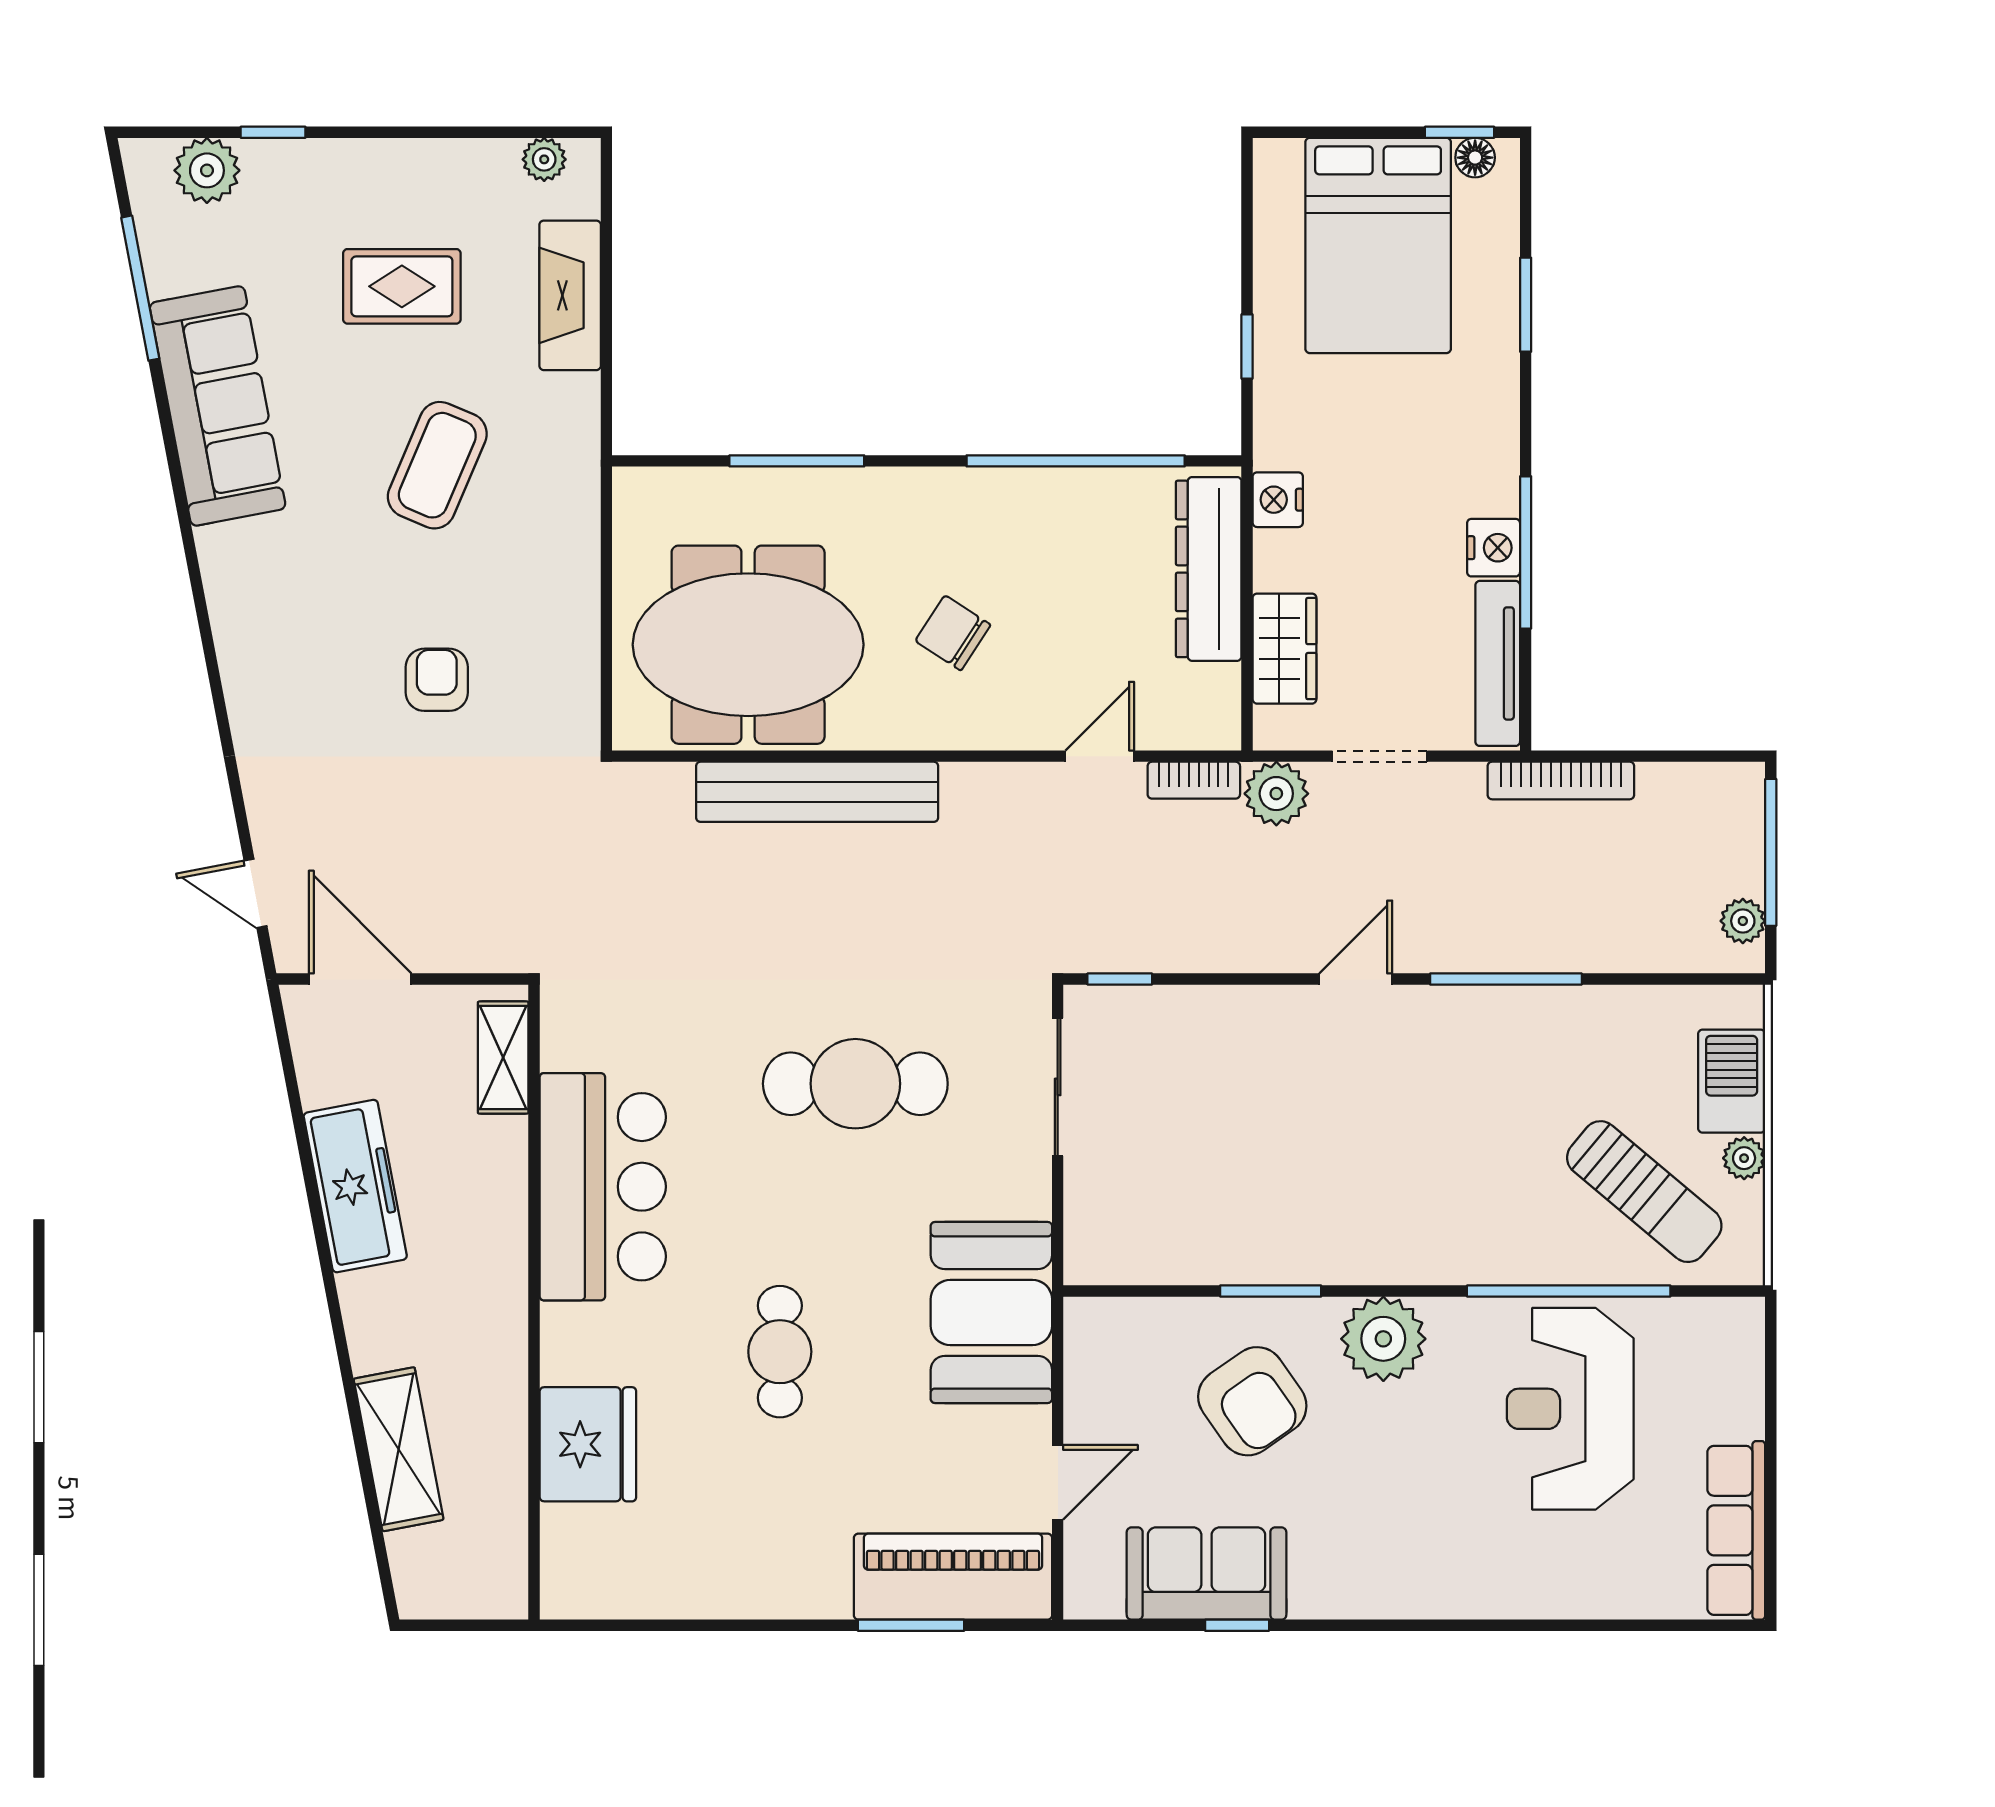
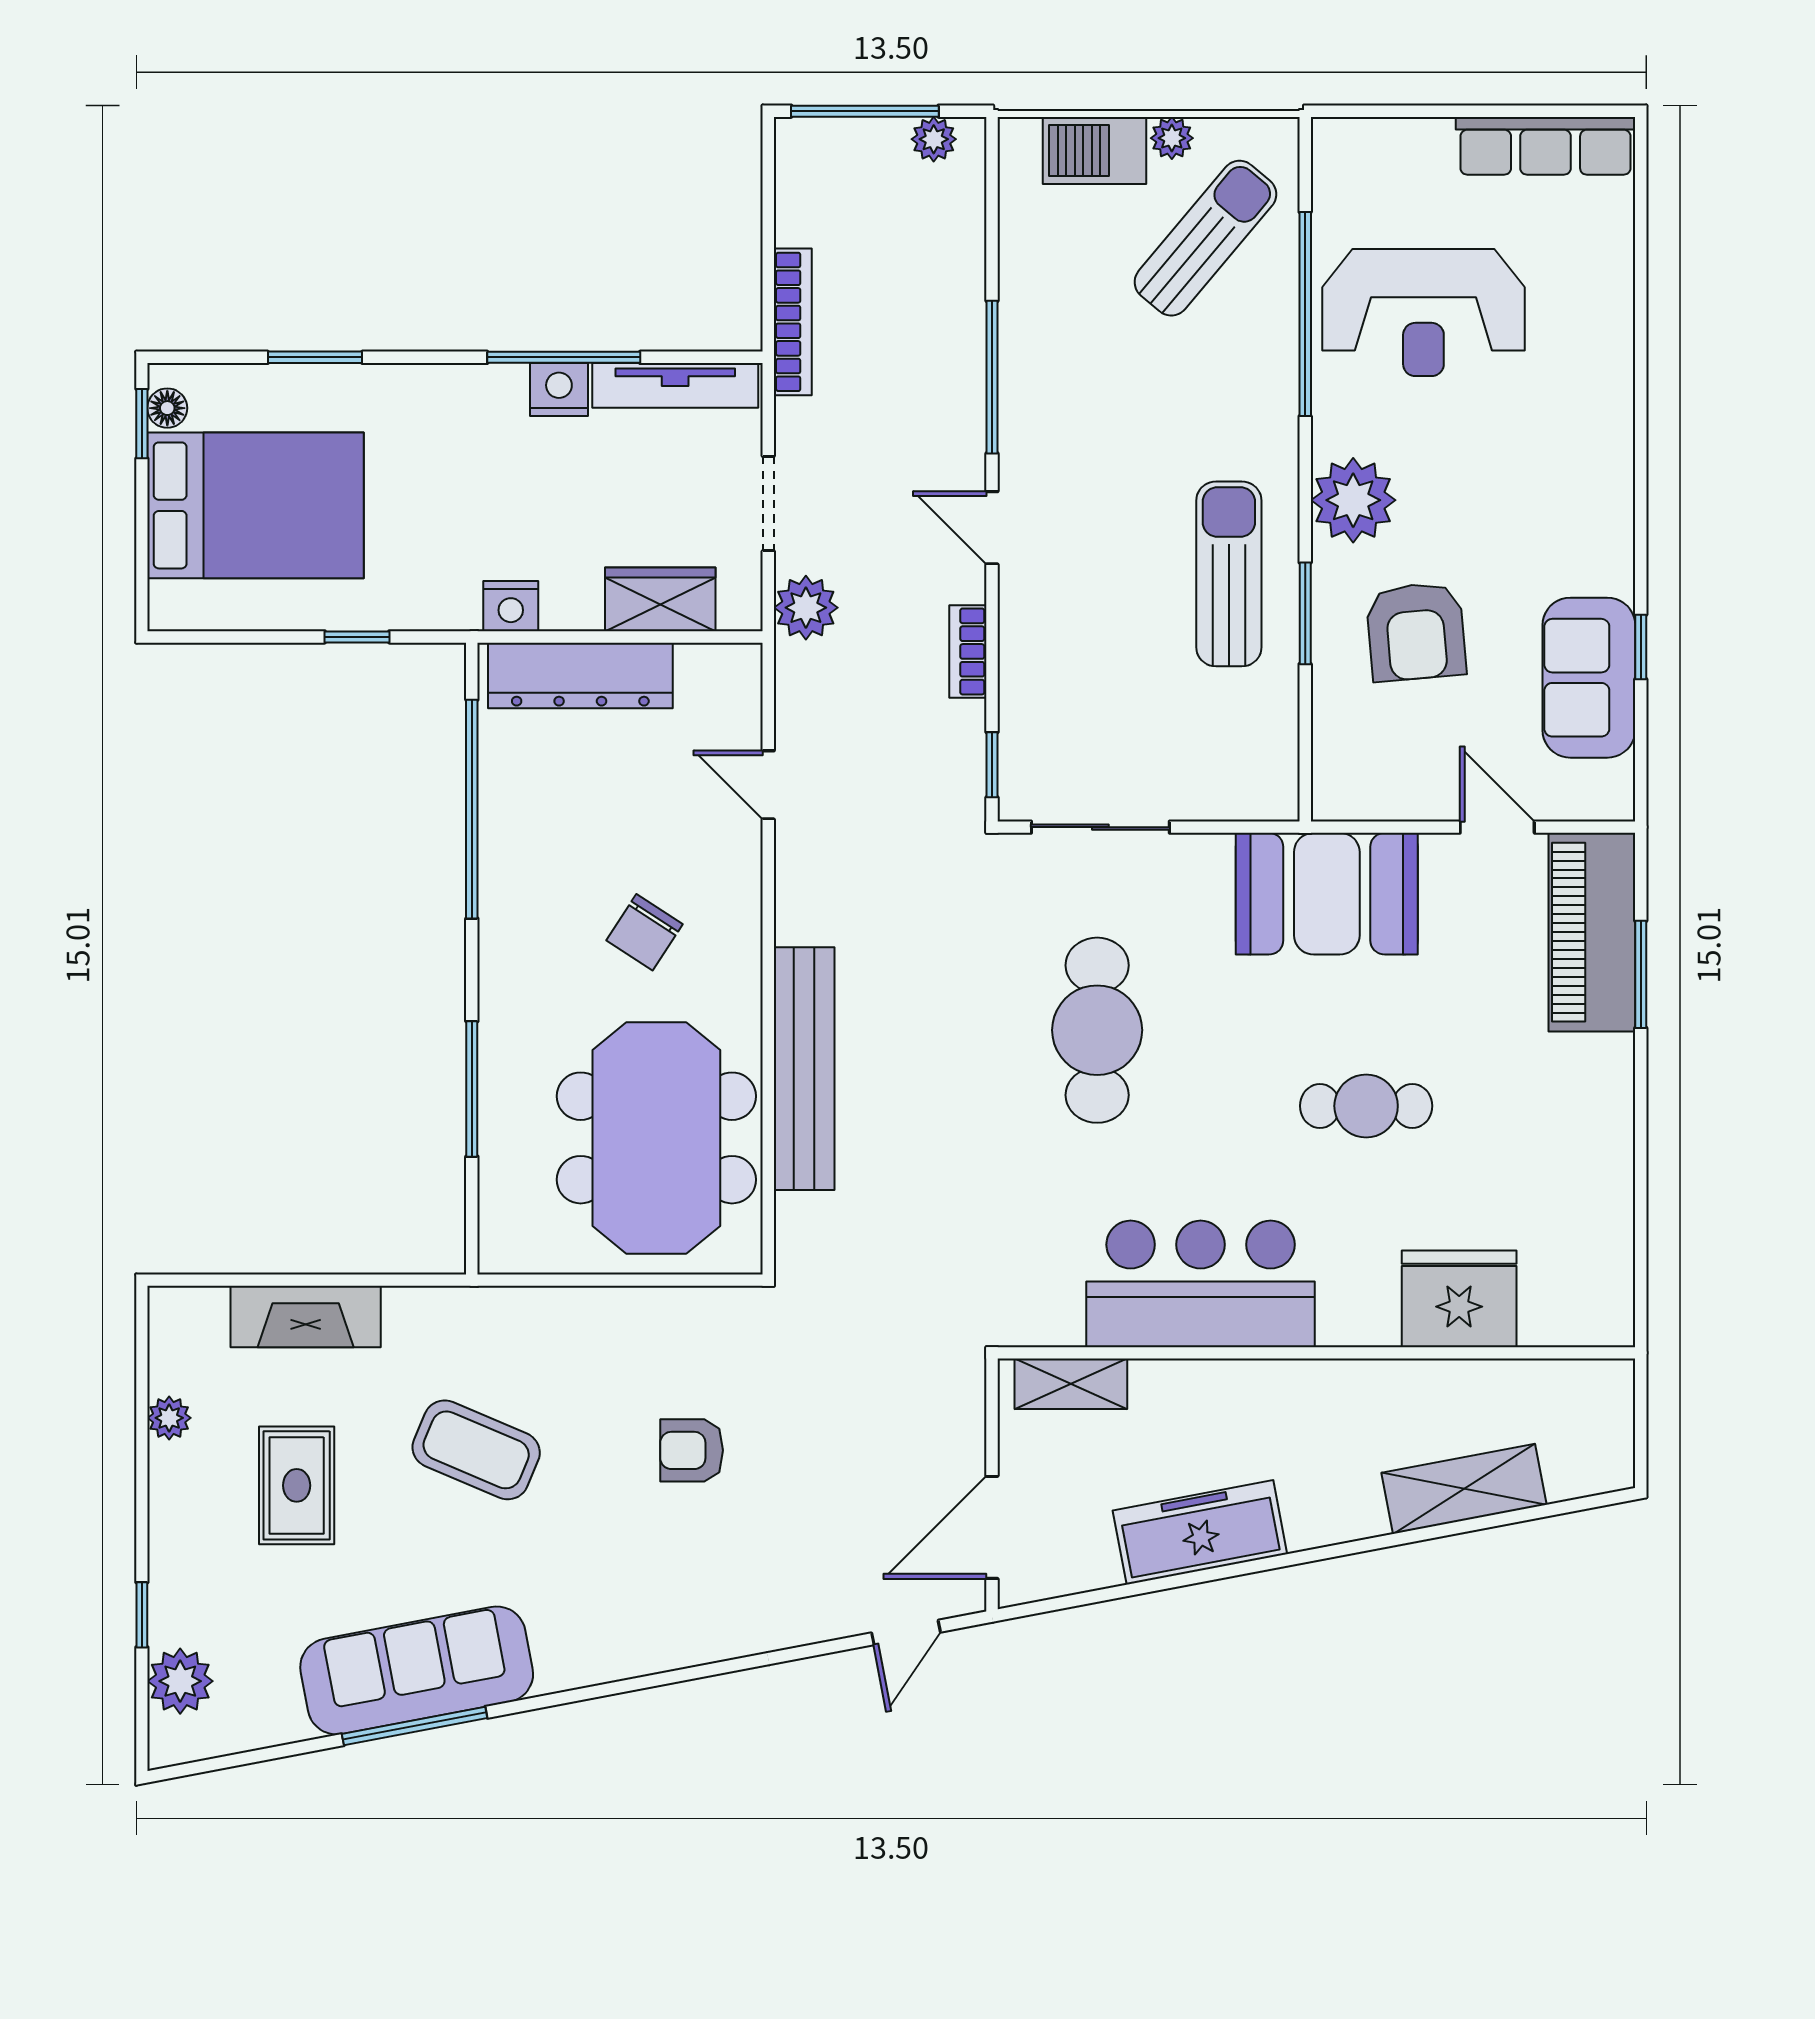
plant: (544, 159) -> (169, 1418), moved
window: (140, 288) -> (415, 1726), moved
bookcase: (1194, 780) -> (968, 651), moved, turned 180
sun lounger: (1310, 1215) -> (1229, 574), added
armchair: (1252, 1401) -> (1416, 632), turned 120

